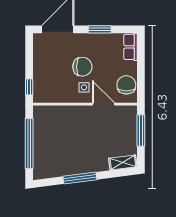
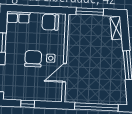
window: (29, 87) -> (28, 104), moved
door: (104, 104) -> (64, 73), moved

